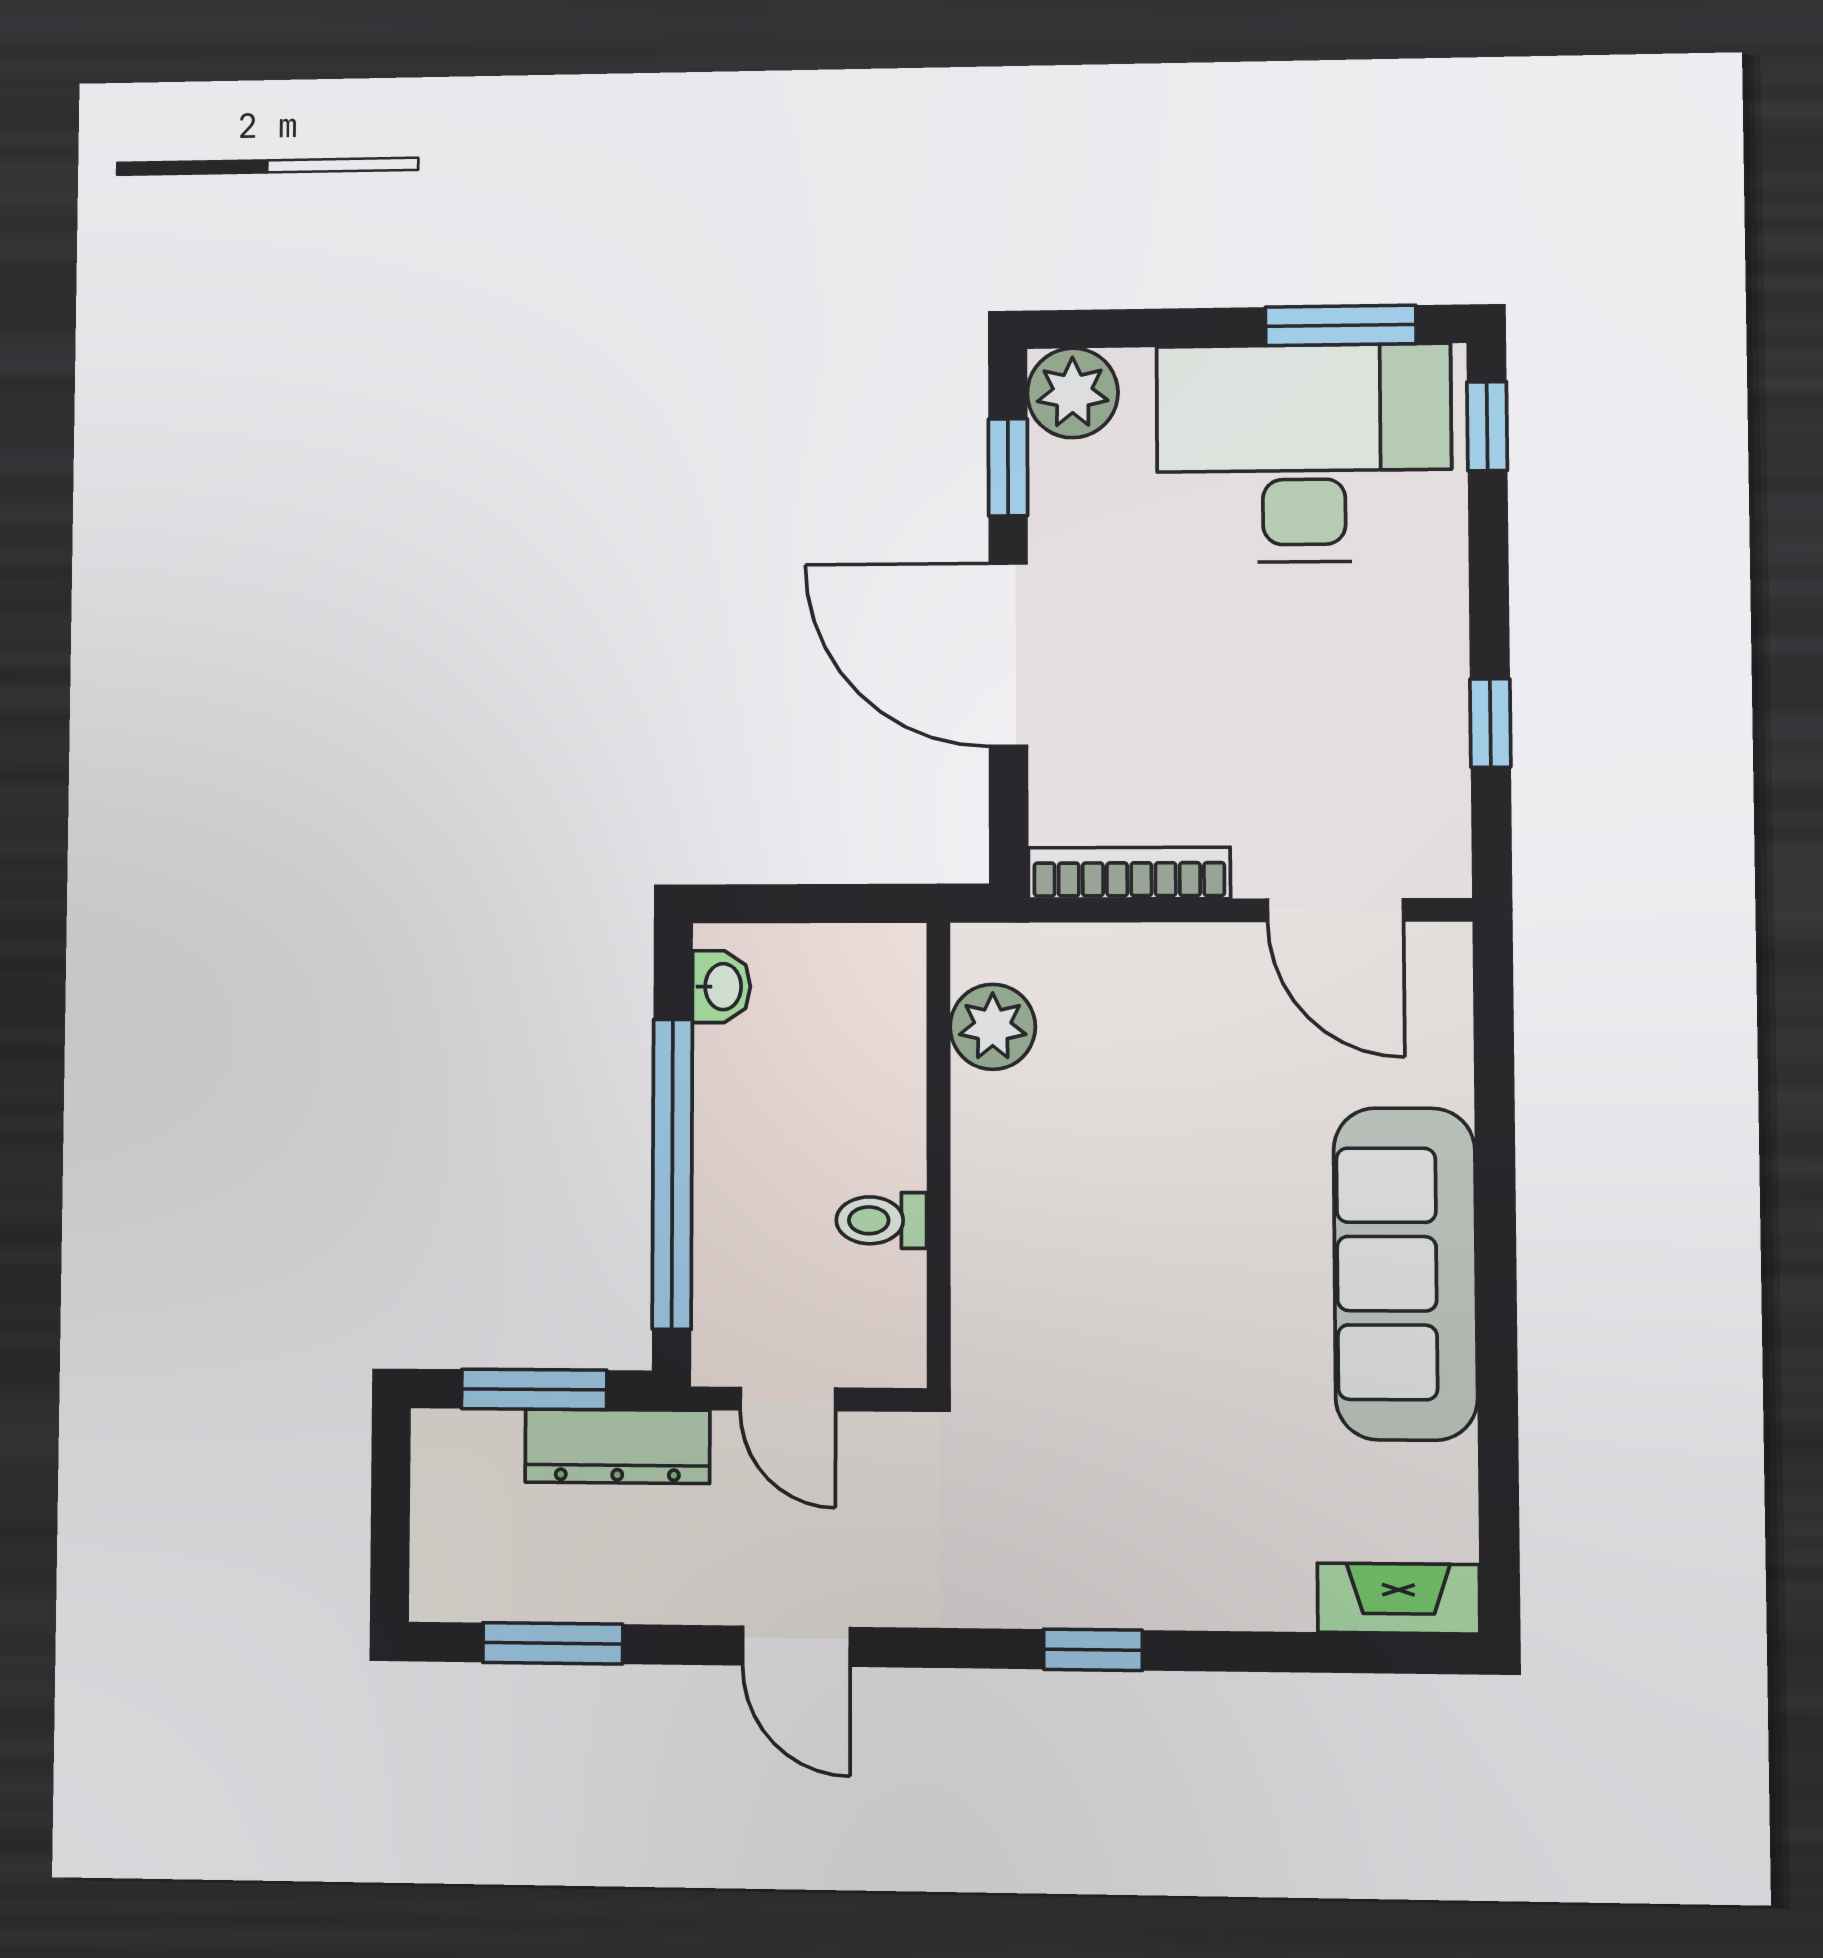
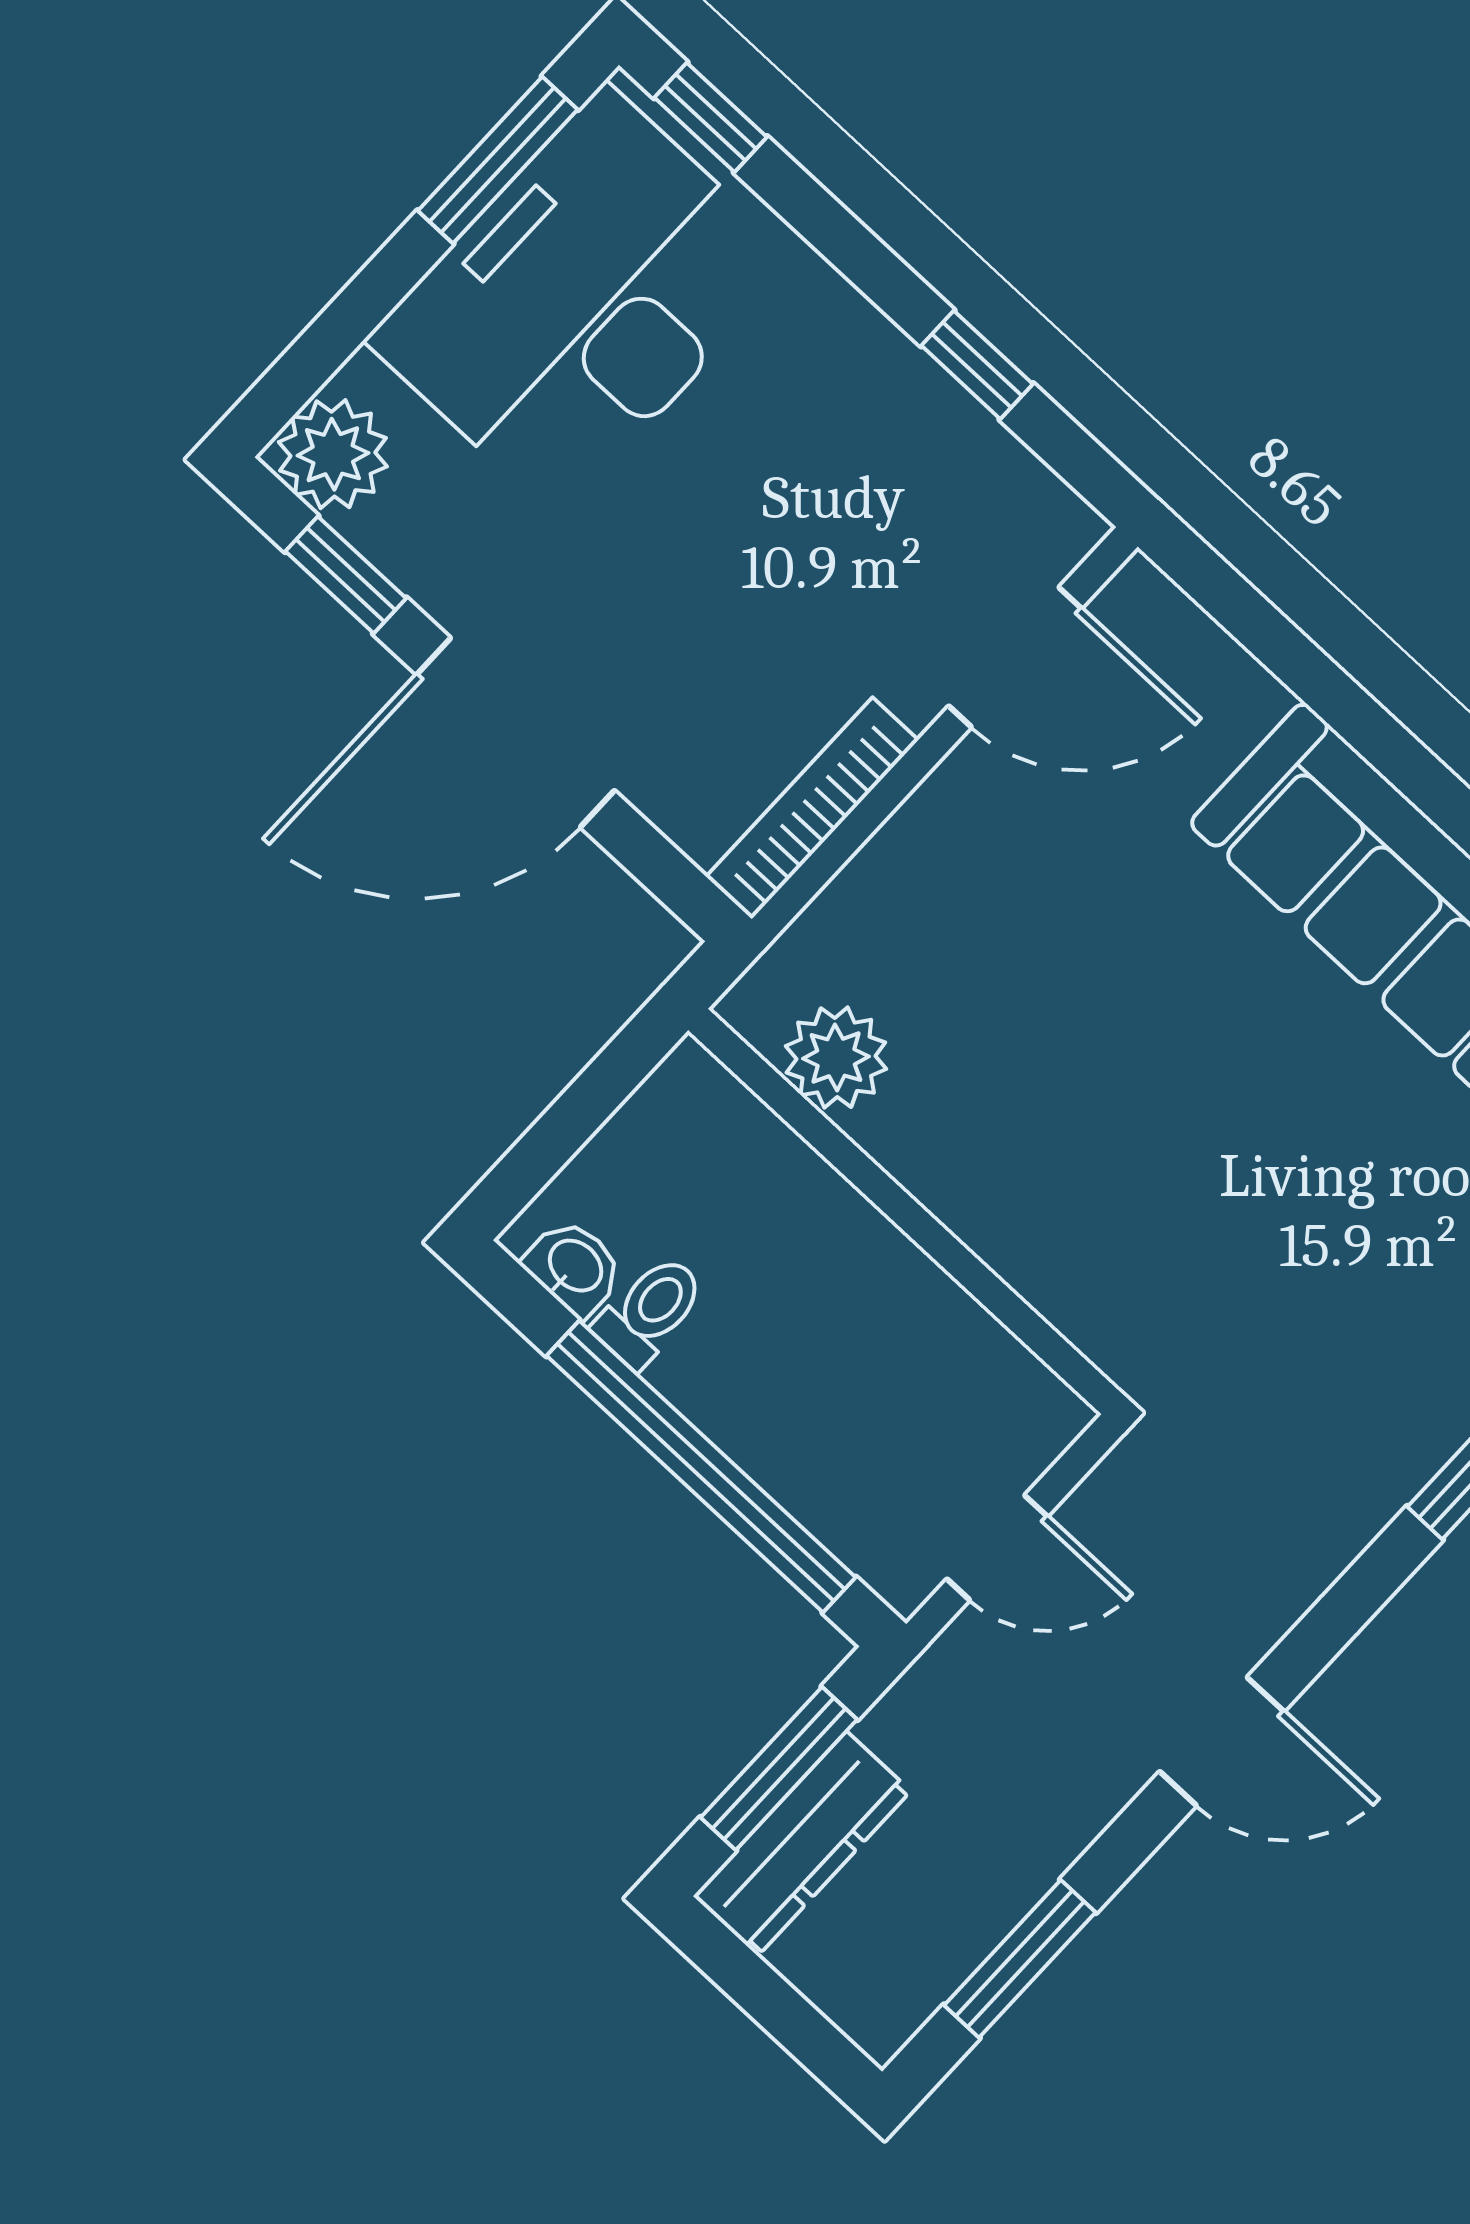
toilet: (881, 1220) -> (650, 1311), moved, turned 180
dresser: (617, 1446) -> (802, 1844), moved

